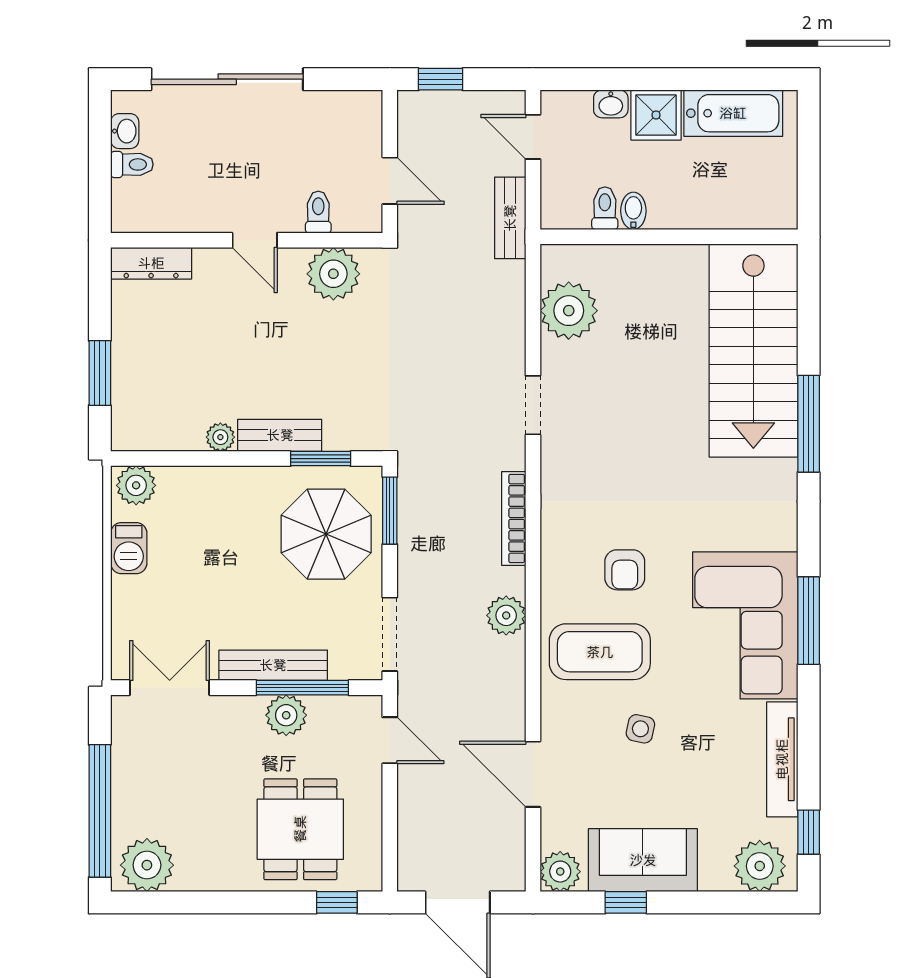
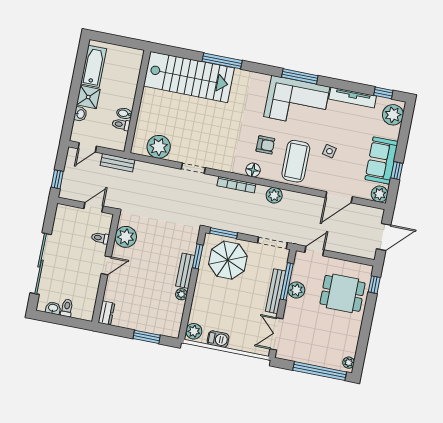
dresser: (151, 263) -> (106, 313), width x0.70
floor lamp: (558, 552) -> (253, 170), added
plant: (147, 865) -> (349, 363), width x0.53, depth x0.53

